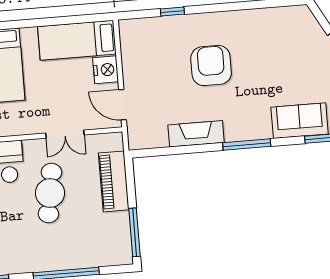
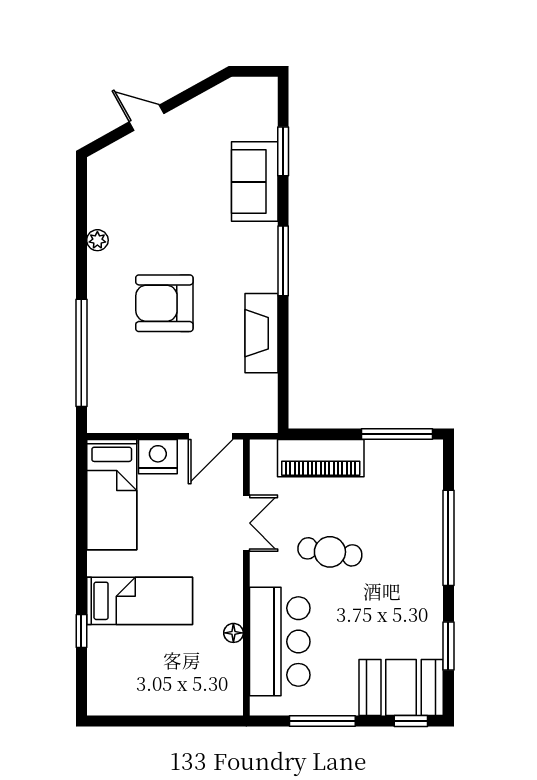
window: (172, 12) -> (81, 353), width x3.17
plant: (251, 16) -> (97, 240), added
cafe table: (50, 193) -> (330, 552), width x0.73, depth x0.74

